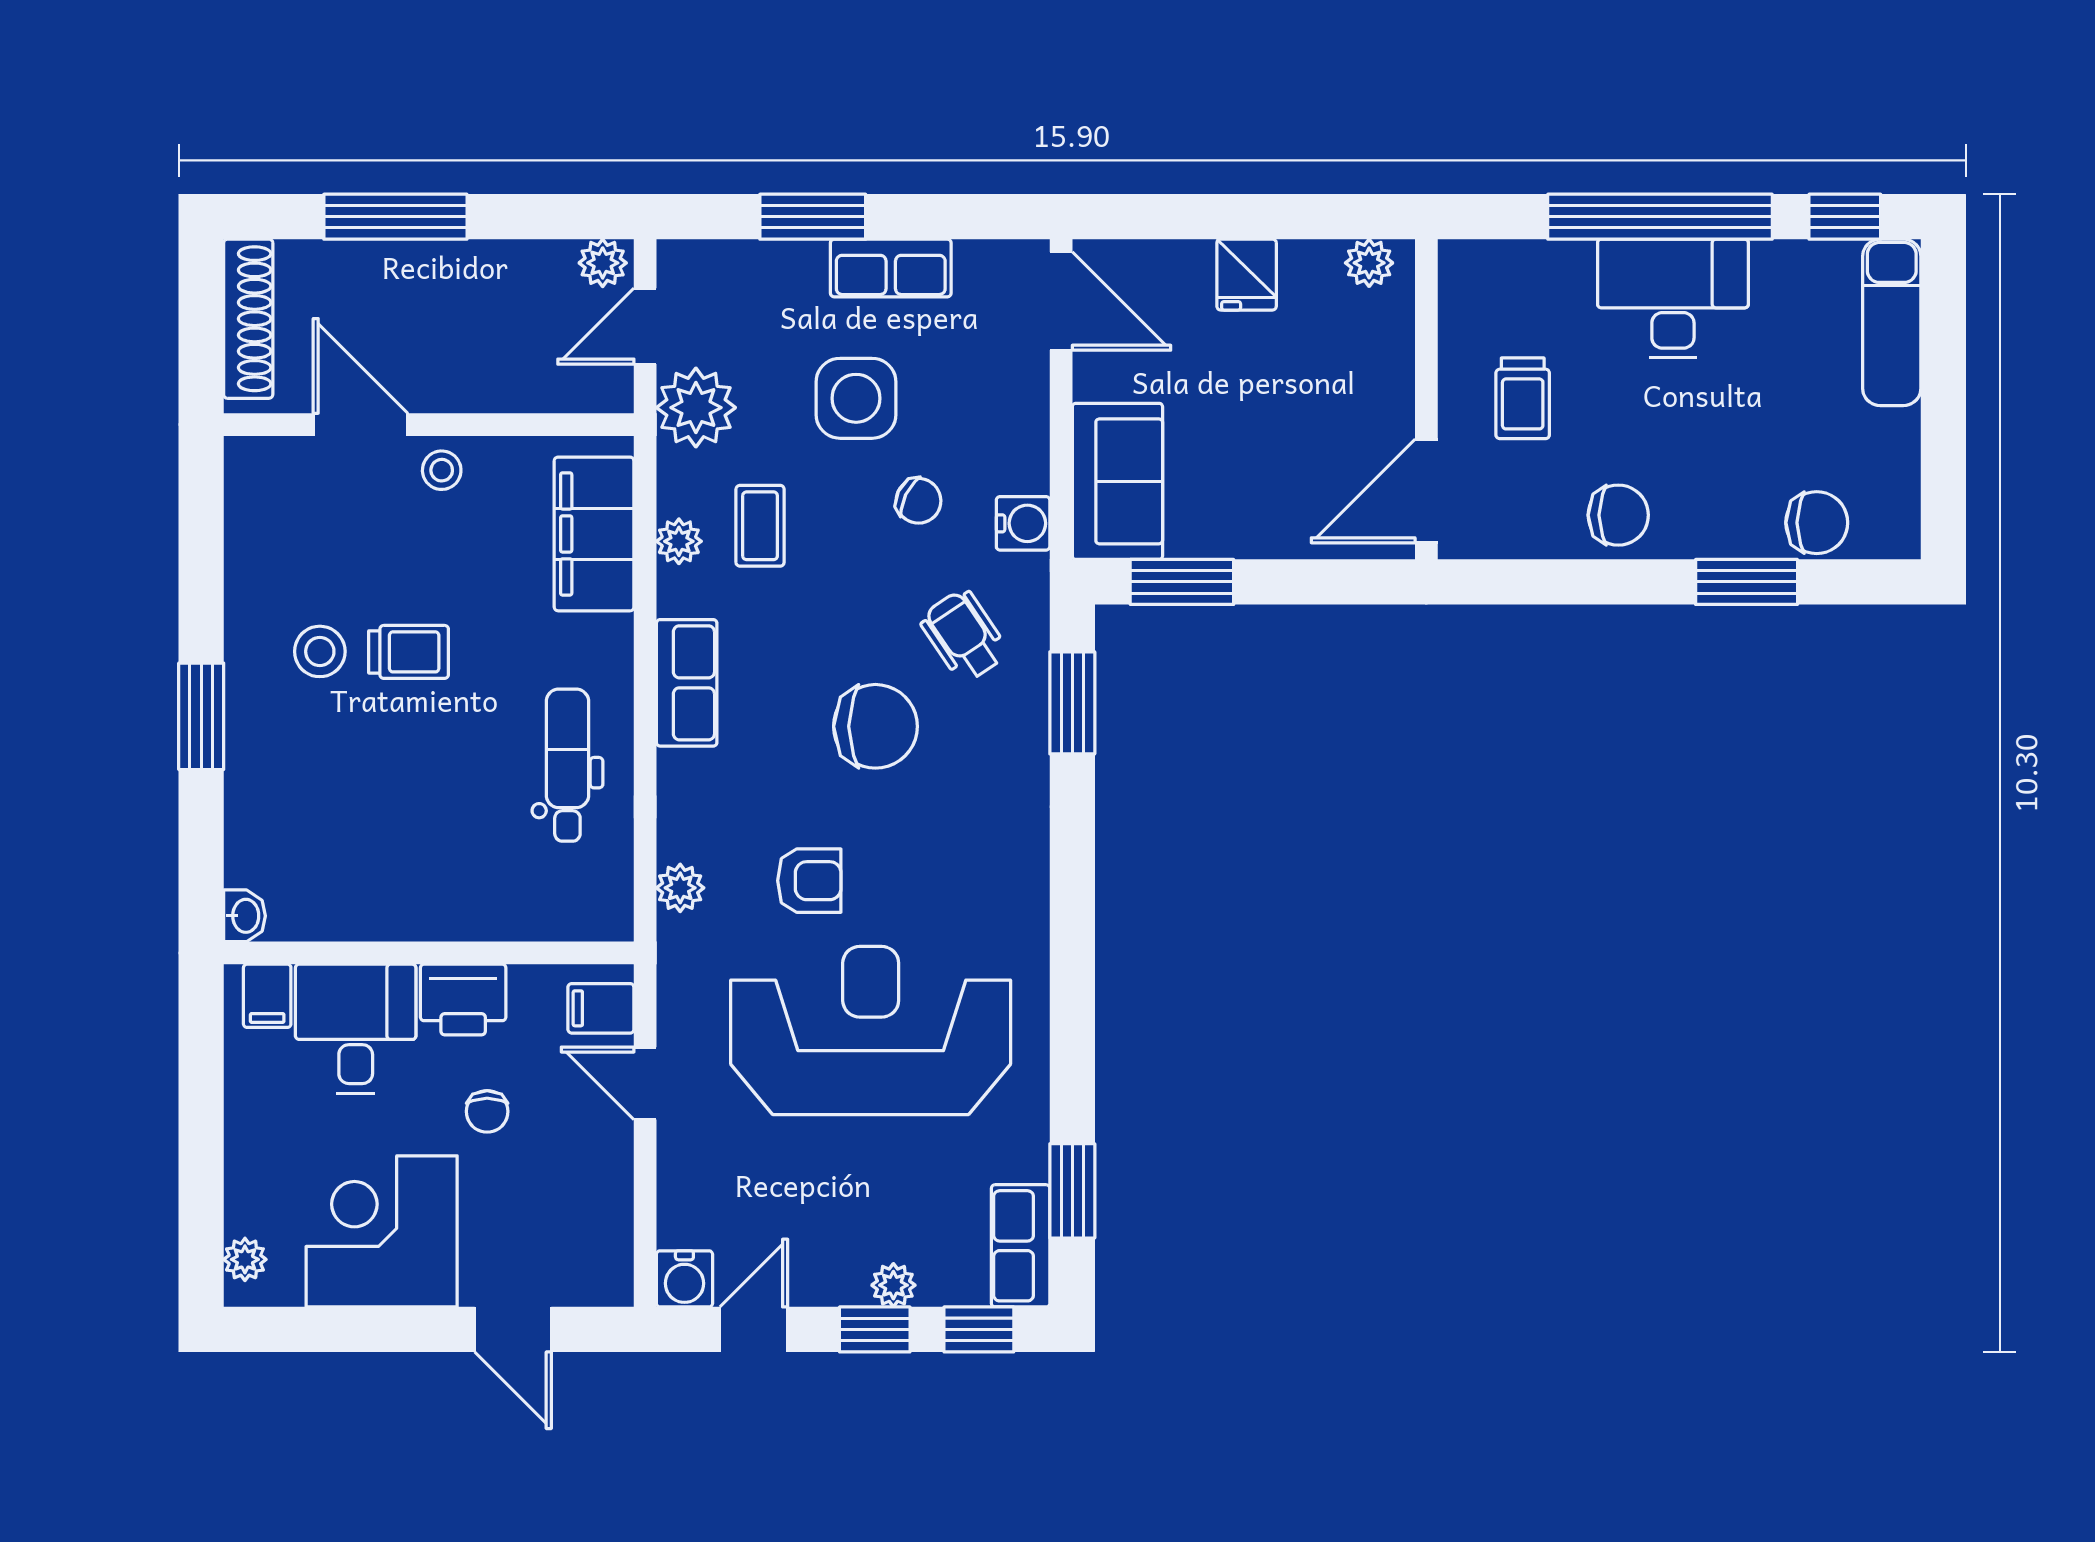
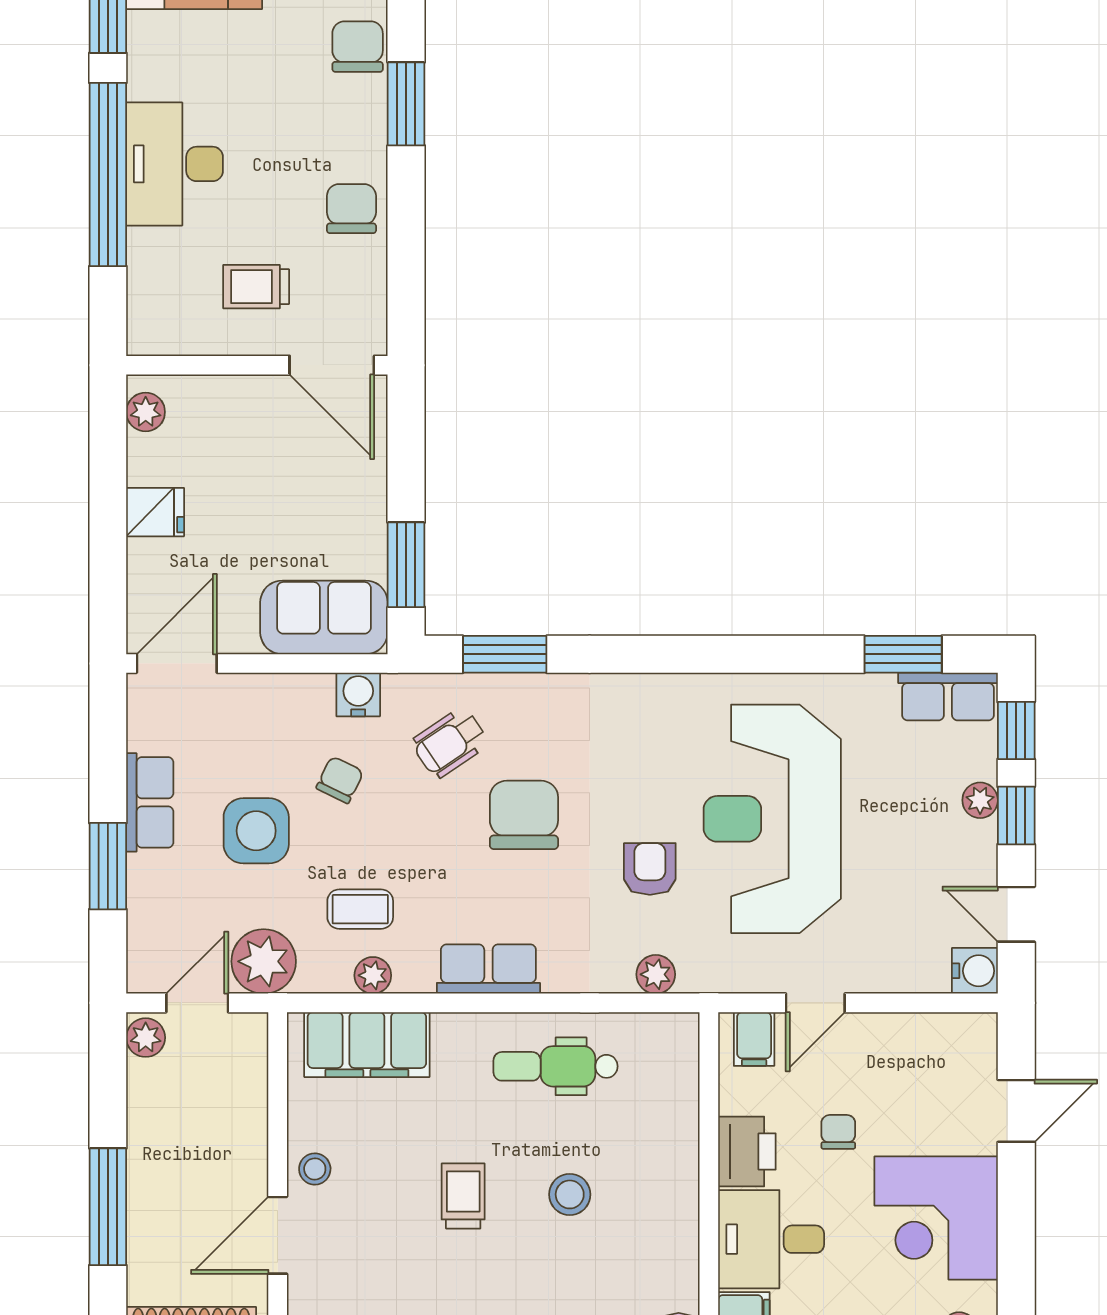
door: (645, 326) -> (197, 1003), swing flipped
trolley: (1523, 398) -> (256, 287), turned 180
stool: (320, 651) -> (570, 1194), moved
chair: (487, 1111) -> (838, 1132), turned -90

